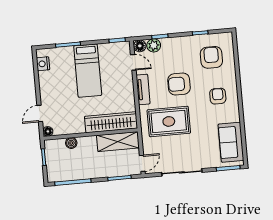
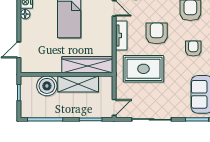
armchair: (179, 84) -> (157, 33), turned 90
floor lamp: (48, 131) -> (25, 14), moved
shelving: (118, 142) -> (78, 84), moved
boiler: (71, 143) -> (47, 86), width x1.86, depth x1.86

